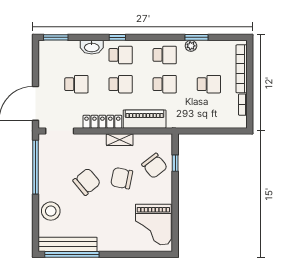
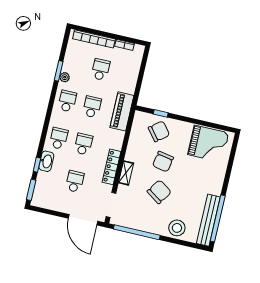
window: (117, 37) -> (37, 165), moved
piano: (145, 119) -> (122, 111), moved
shelving: (120, 140) -> (126, 173), moved
chair: (87, 182) -> (159, 192), turned 74

